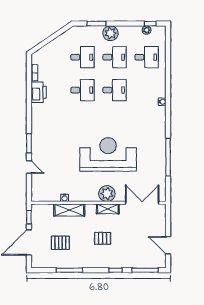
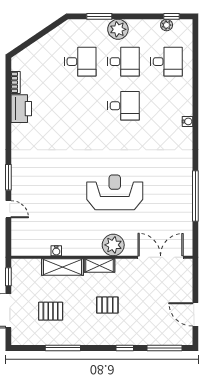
desk: (82, 90) -> (80, 106), removed
reception desk: (108, 154) -> (115, 192), width x0.74, depth x0.77
shelving: (108, 209) -> (100, 265), moved

